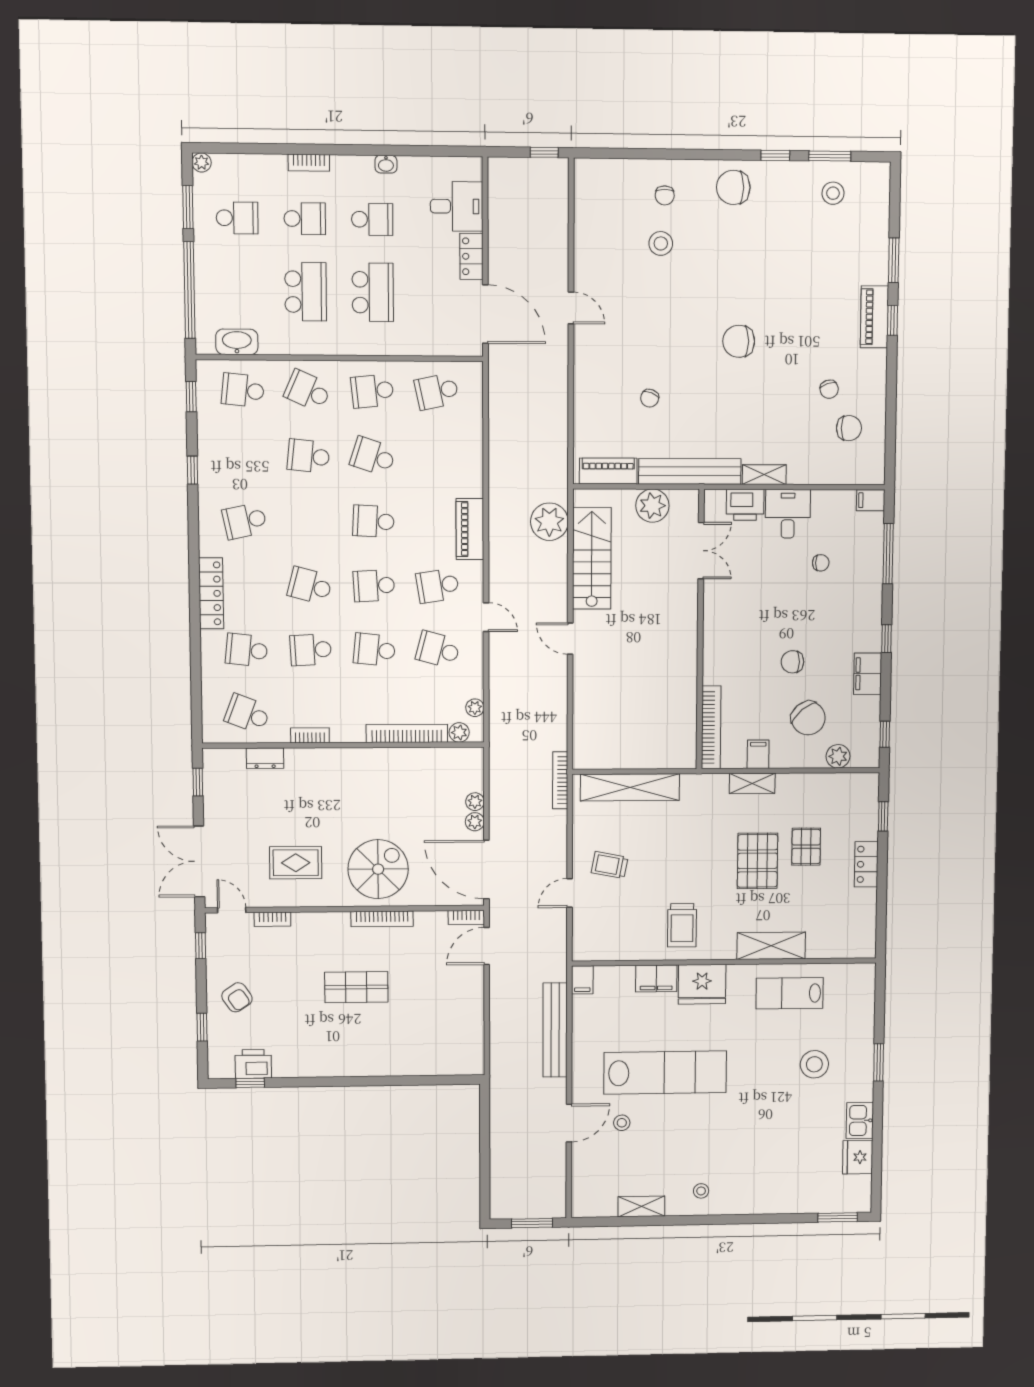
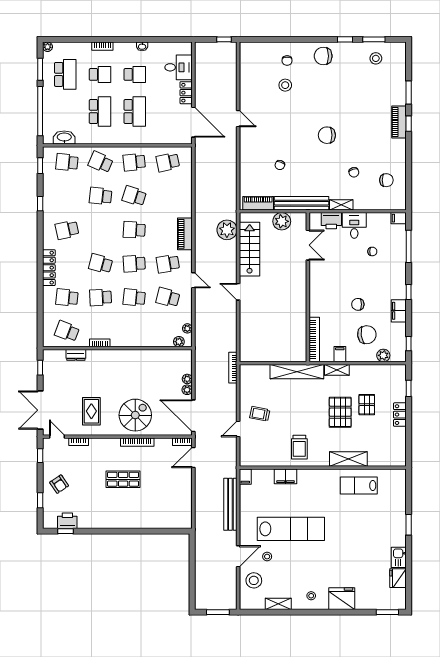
school desk: (237, 218) -> (65, 74), width x1.85
chair: (829, 389) -> (354, 172), moved
chair: (808, 718) -> (367, 335), turned -58
bookcase: (407, 733) -> (151, 342), removed
shelving: (630, 787) -> (297, 372), moved
rug: (296, 863) -> (91, 411), turned 90
fridge: (702, 984) -> (342, 599), moved, turned 180
stool: (814, 1064) -> (254, 580), moved

